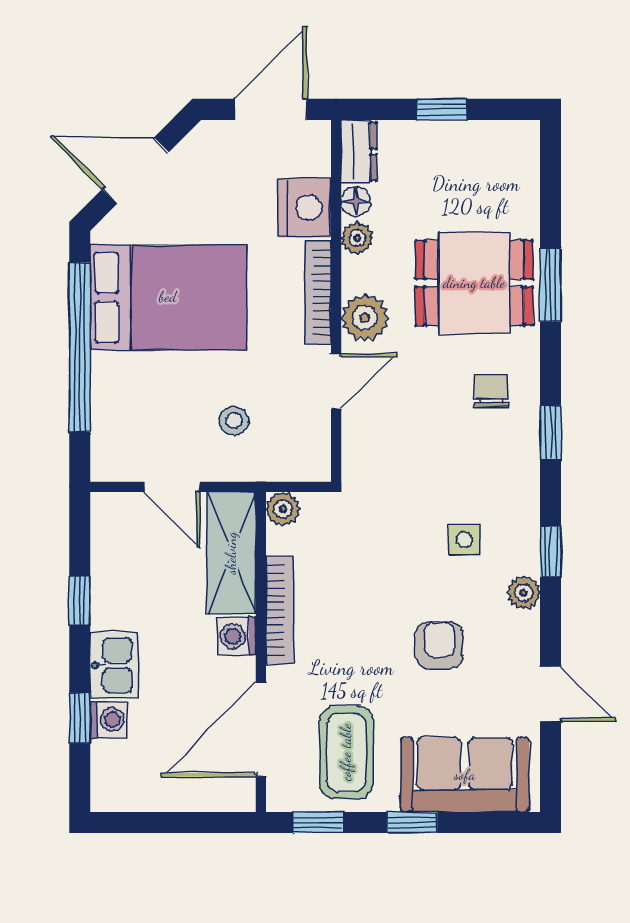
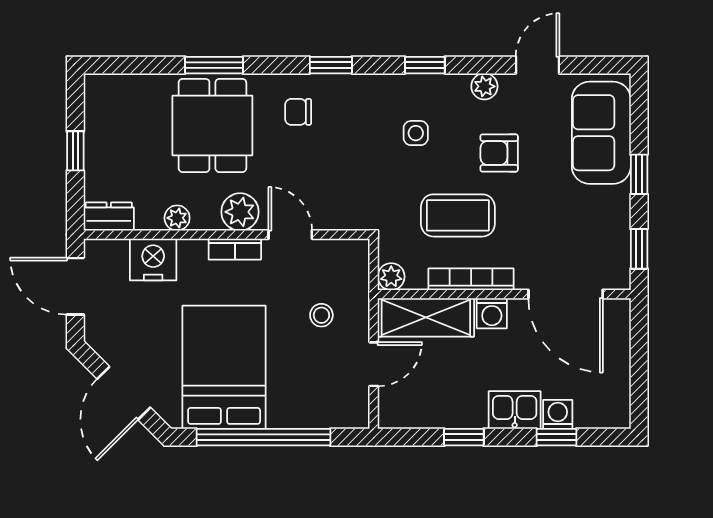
floor lamp: (356, 201) -> (148, 219), removed
bookcase: (318, 292) -> (235, 249), width x0.64
plant: (523, 593) -> (484, 86), moved
coffee table: (346, 752) -> (458, 215), moved

